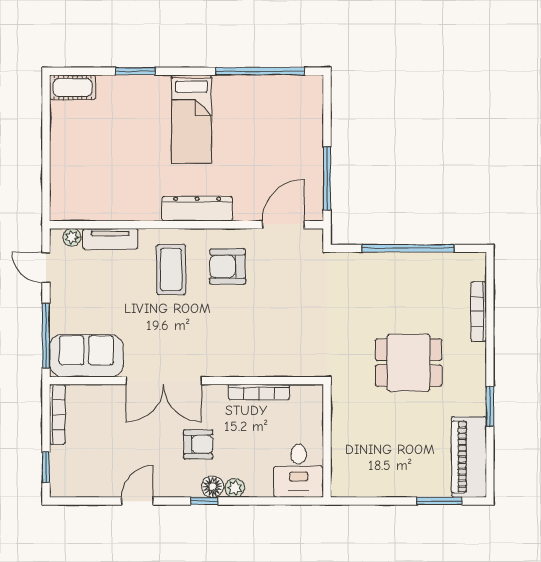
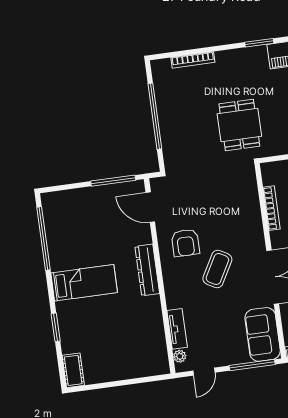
coffee table: (171, 270) -> (217, 269), moved, turned -61
dining table: (409, 363) -> (239, 125), moved

